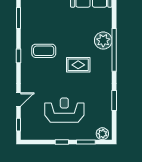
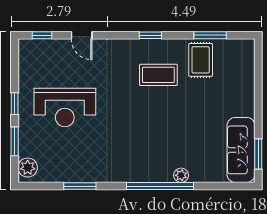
plant: (103, 41) -> (181, 175), width x0.53, depth x0.53
coffee table: (44, 51) -> (158, 75), turned 90
rug: (78, 65) -> (201, 60), moved
reception desk: (64, 110) -> (65, 107), turned 90

